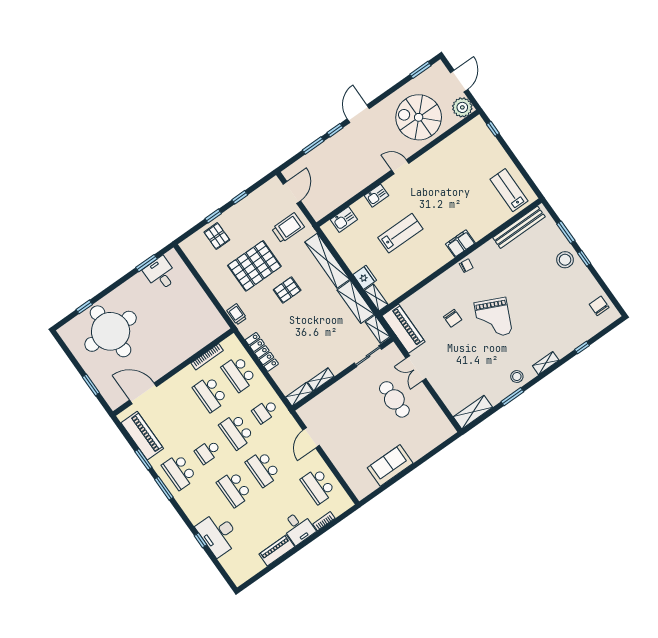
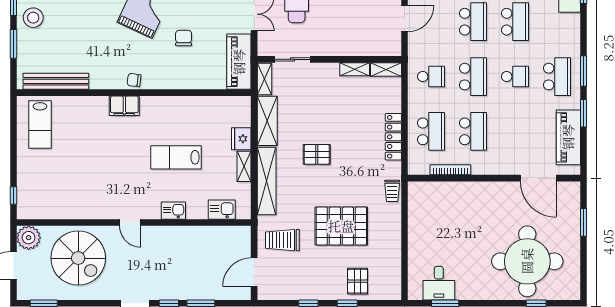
pallet: (287, 290) -> (317, 154), moved
shelving: (376, 298) -> (244, 166), moved

